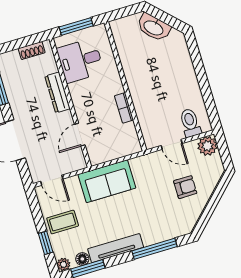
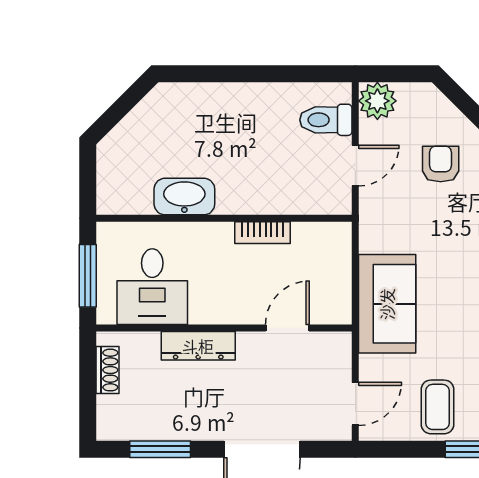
washbasin: (154, 27) -> (184, 197), moved, turned -135
door: (80, 135) -> (287, 328), swing flipped

